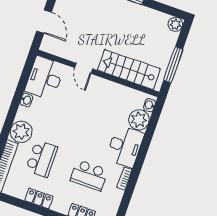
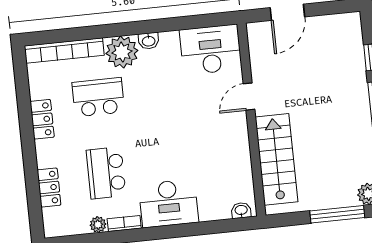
window: (173, 65) -> (337, 214), moved
washbasin: (26, 100) -> (149, 41), moved
plant: (139, 120) -> (98, 225), moved, width x0.53, depth x0.53
school desk: (42, 159) -> (98, 97), turned 180

